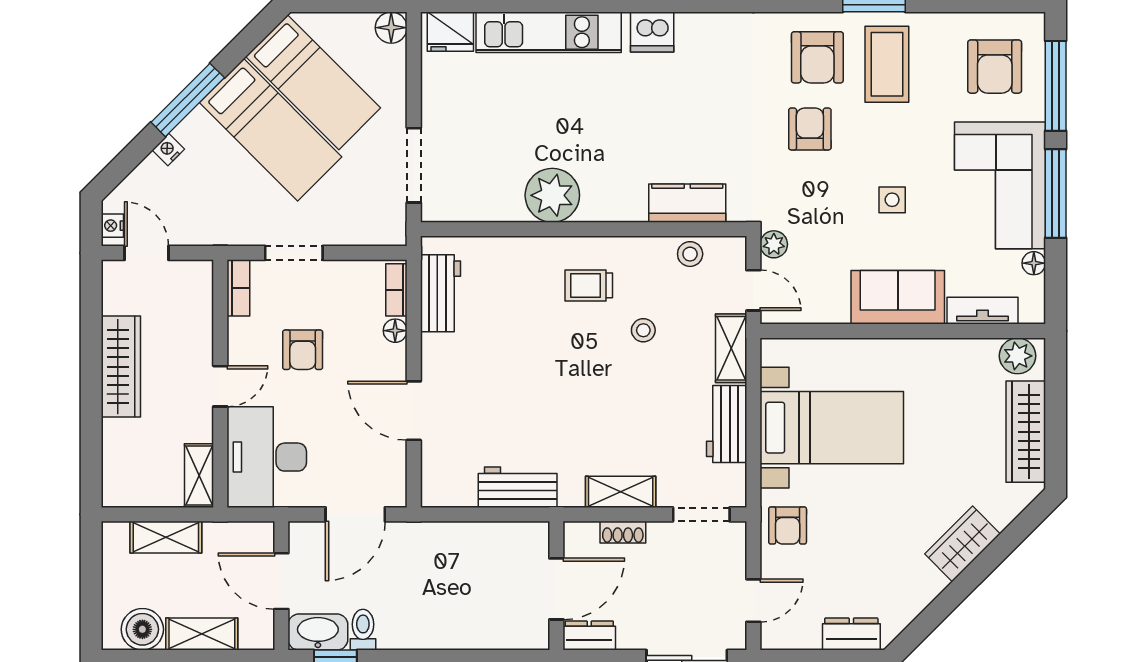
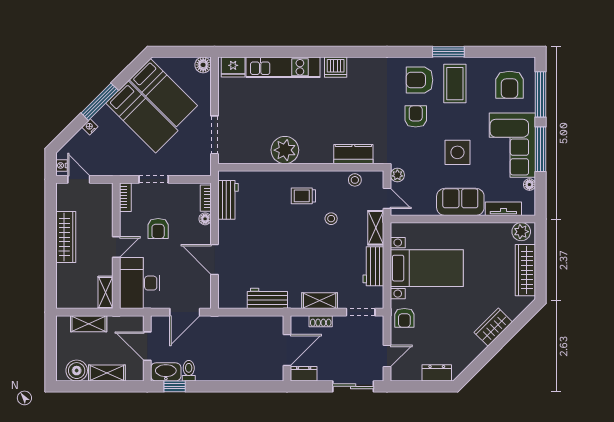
armchair: (817, 57) -> (420, 80), turned 90
side table: (892, 200) -> (457, 152), width x1.87, depth x1.87

